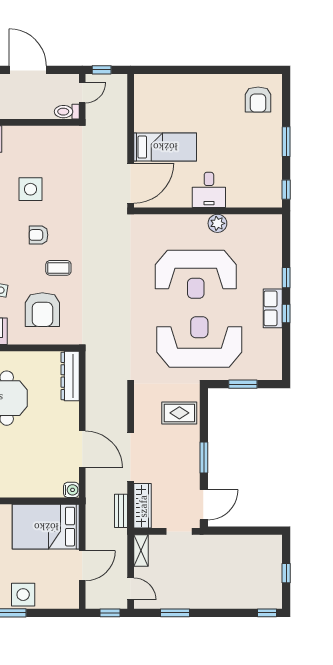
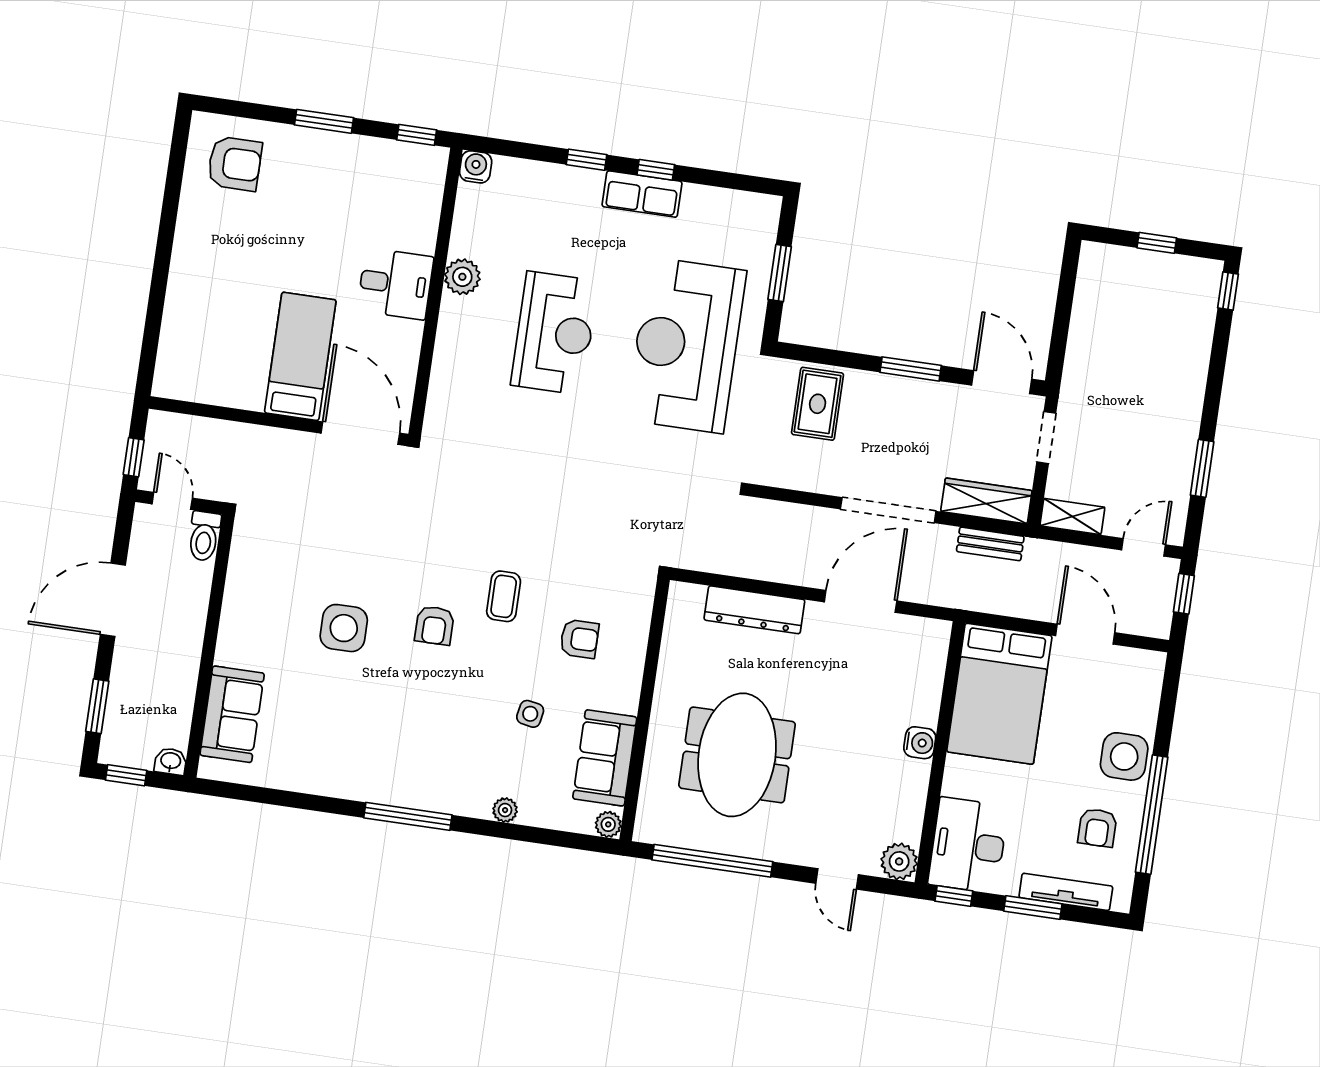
water cooler: (274, 222) -> (476, 167), added
reception desk: (196, 274) -> (554, 333), width x0.74, depth x0.77
armchair: (42, 310) -> (579, 639), width x0.53, depth x0.53
dresser: (70, 376) -> (754, 610), moved
water cooler: (71, 490) -> (920, 743), moved, turned 90

